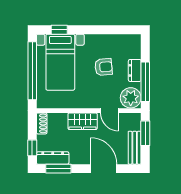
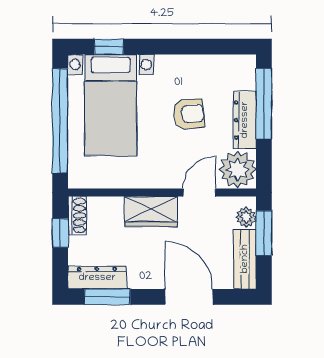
dresser: (135, 70) -> (245, 120), width x1.44
window: (145, 82) -> (264, 104), moved
door: (109, 111) -> (199, 192), swing flipped
plant: (135, 124) -> (246, 217), added
window: (32, 148) -> (60, 233), moved

